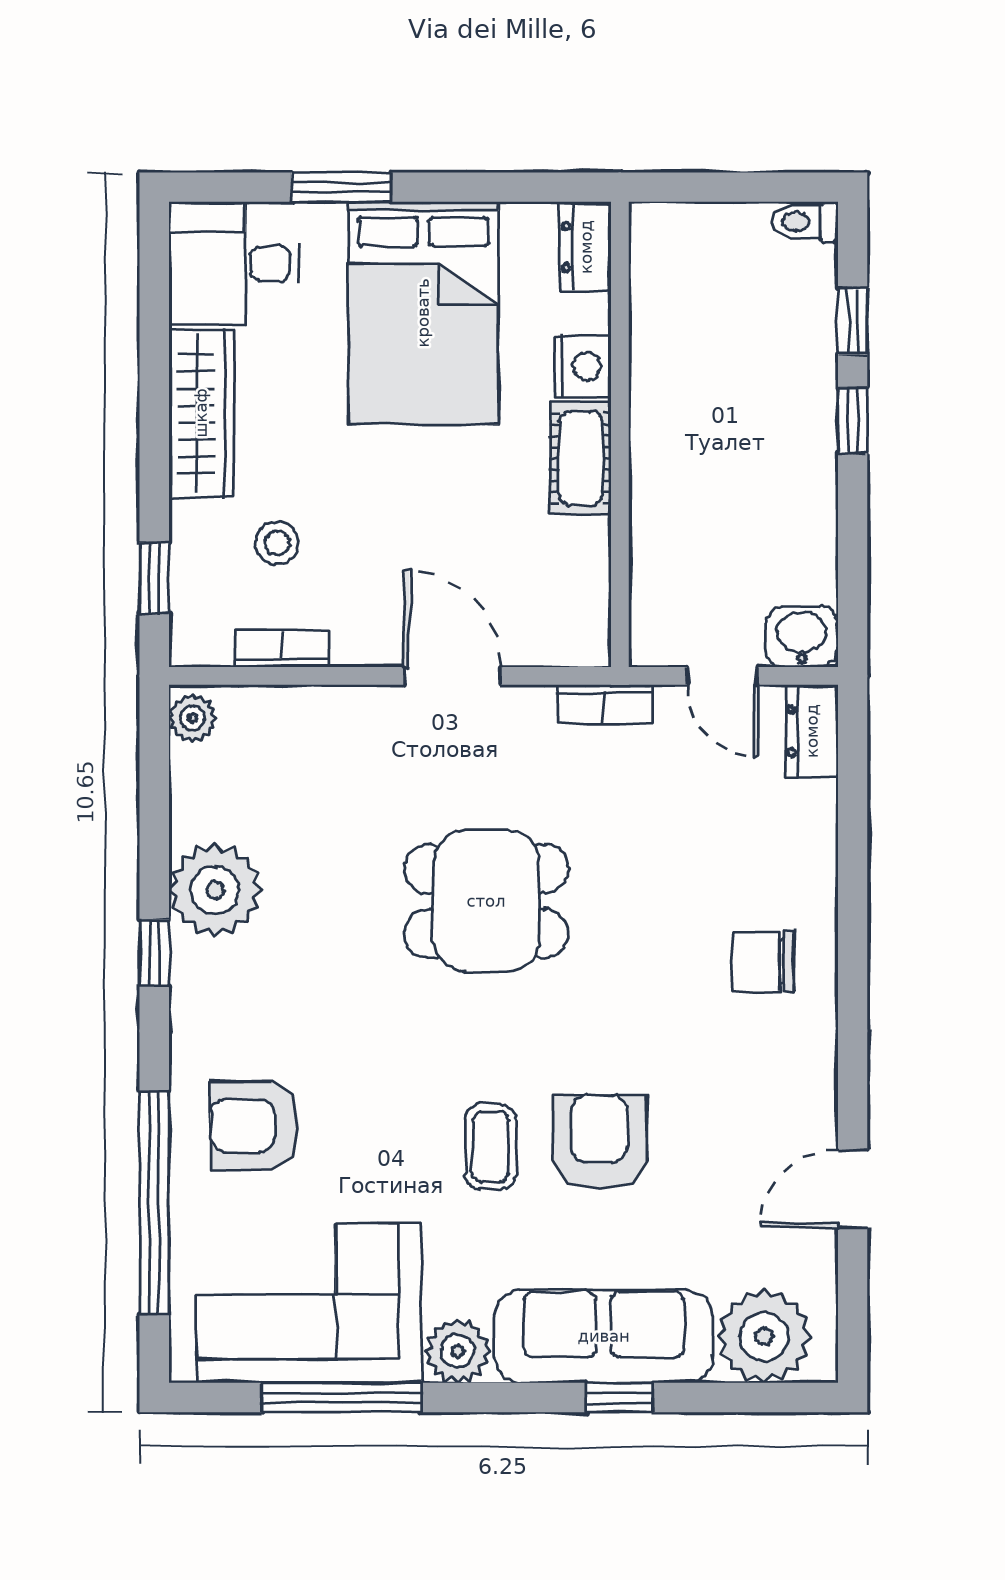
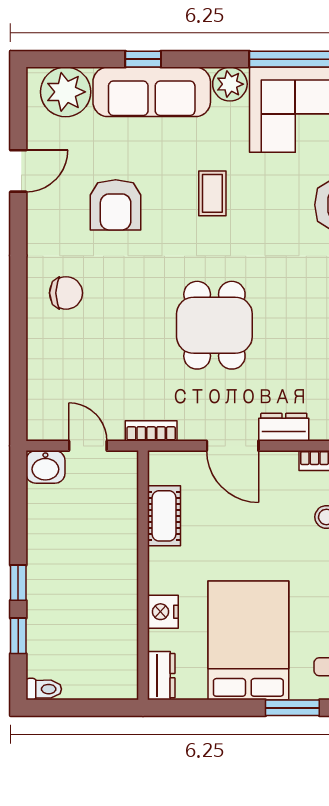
cot: (580, 458) -> (164, 516), moved
dresser: (812, 731) -> (284, 427), moved, turned -90
dining table: (486, 901) -> (214, 325), turned 90
armchair: (599, 1142) -> (116, 205), moved

